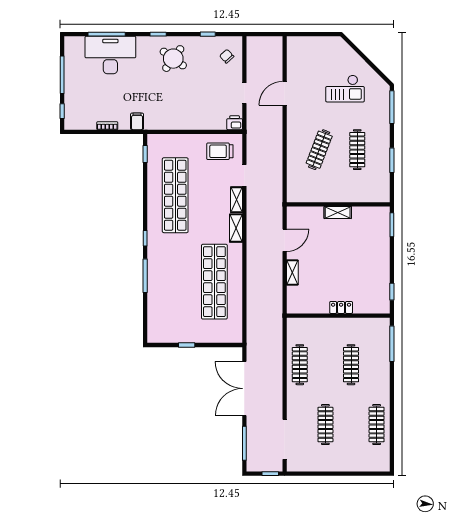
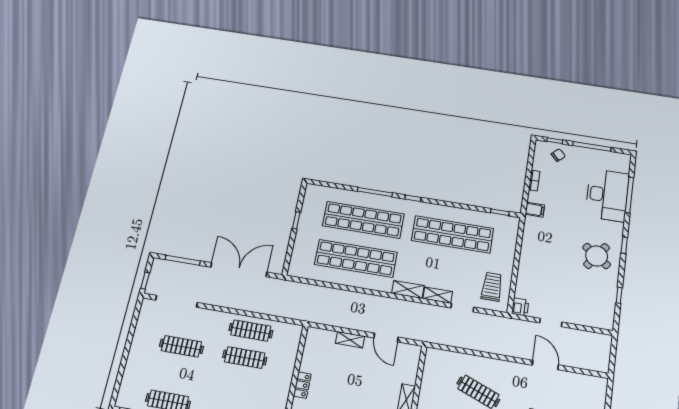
chair: (227, 56) -> (558, 155), moved
shop shelf: (175, 282) -> (363, 220), added
clothes rail: (351, 365) -> (245, 357), moved

